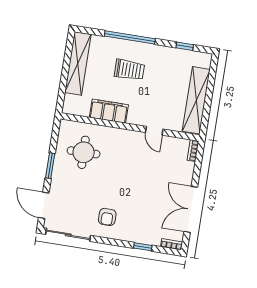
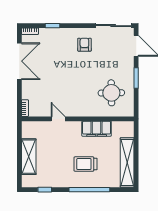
shelving: (196, 100) -> (29, 157), width x0.68

